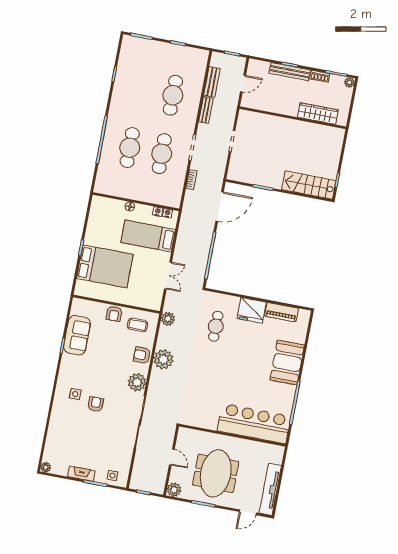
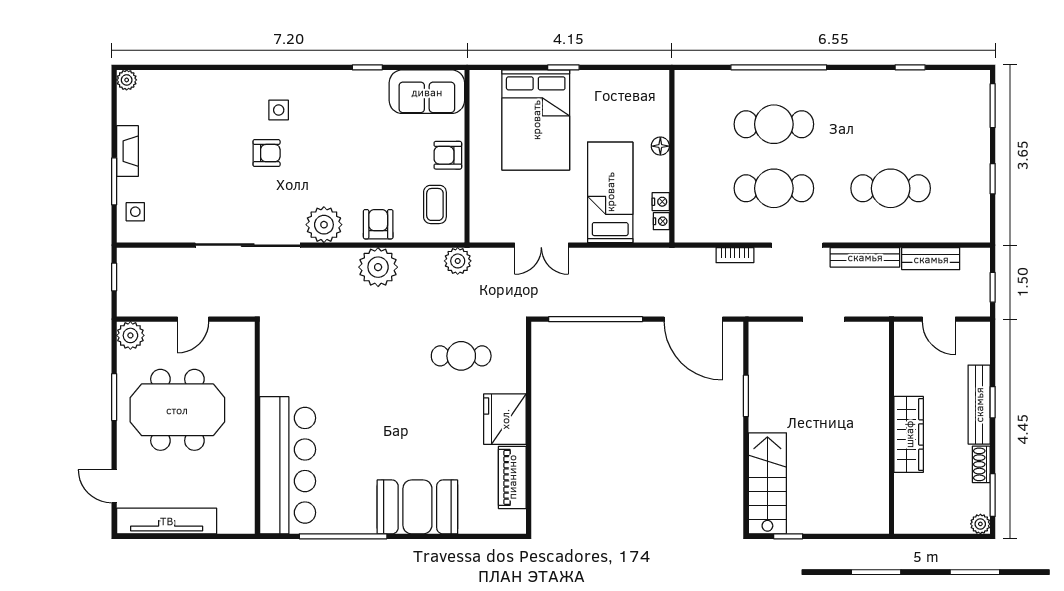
bench: (206, 110) -> (865, 257), width x1.36
wardrobe: (318, 114) -> (909, 434), moved
sofa: (77, 335) -> (427, 92), moved

